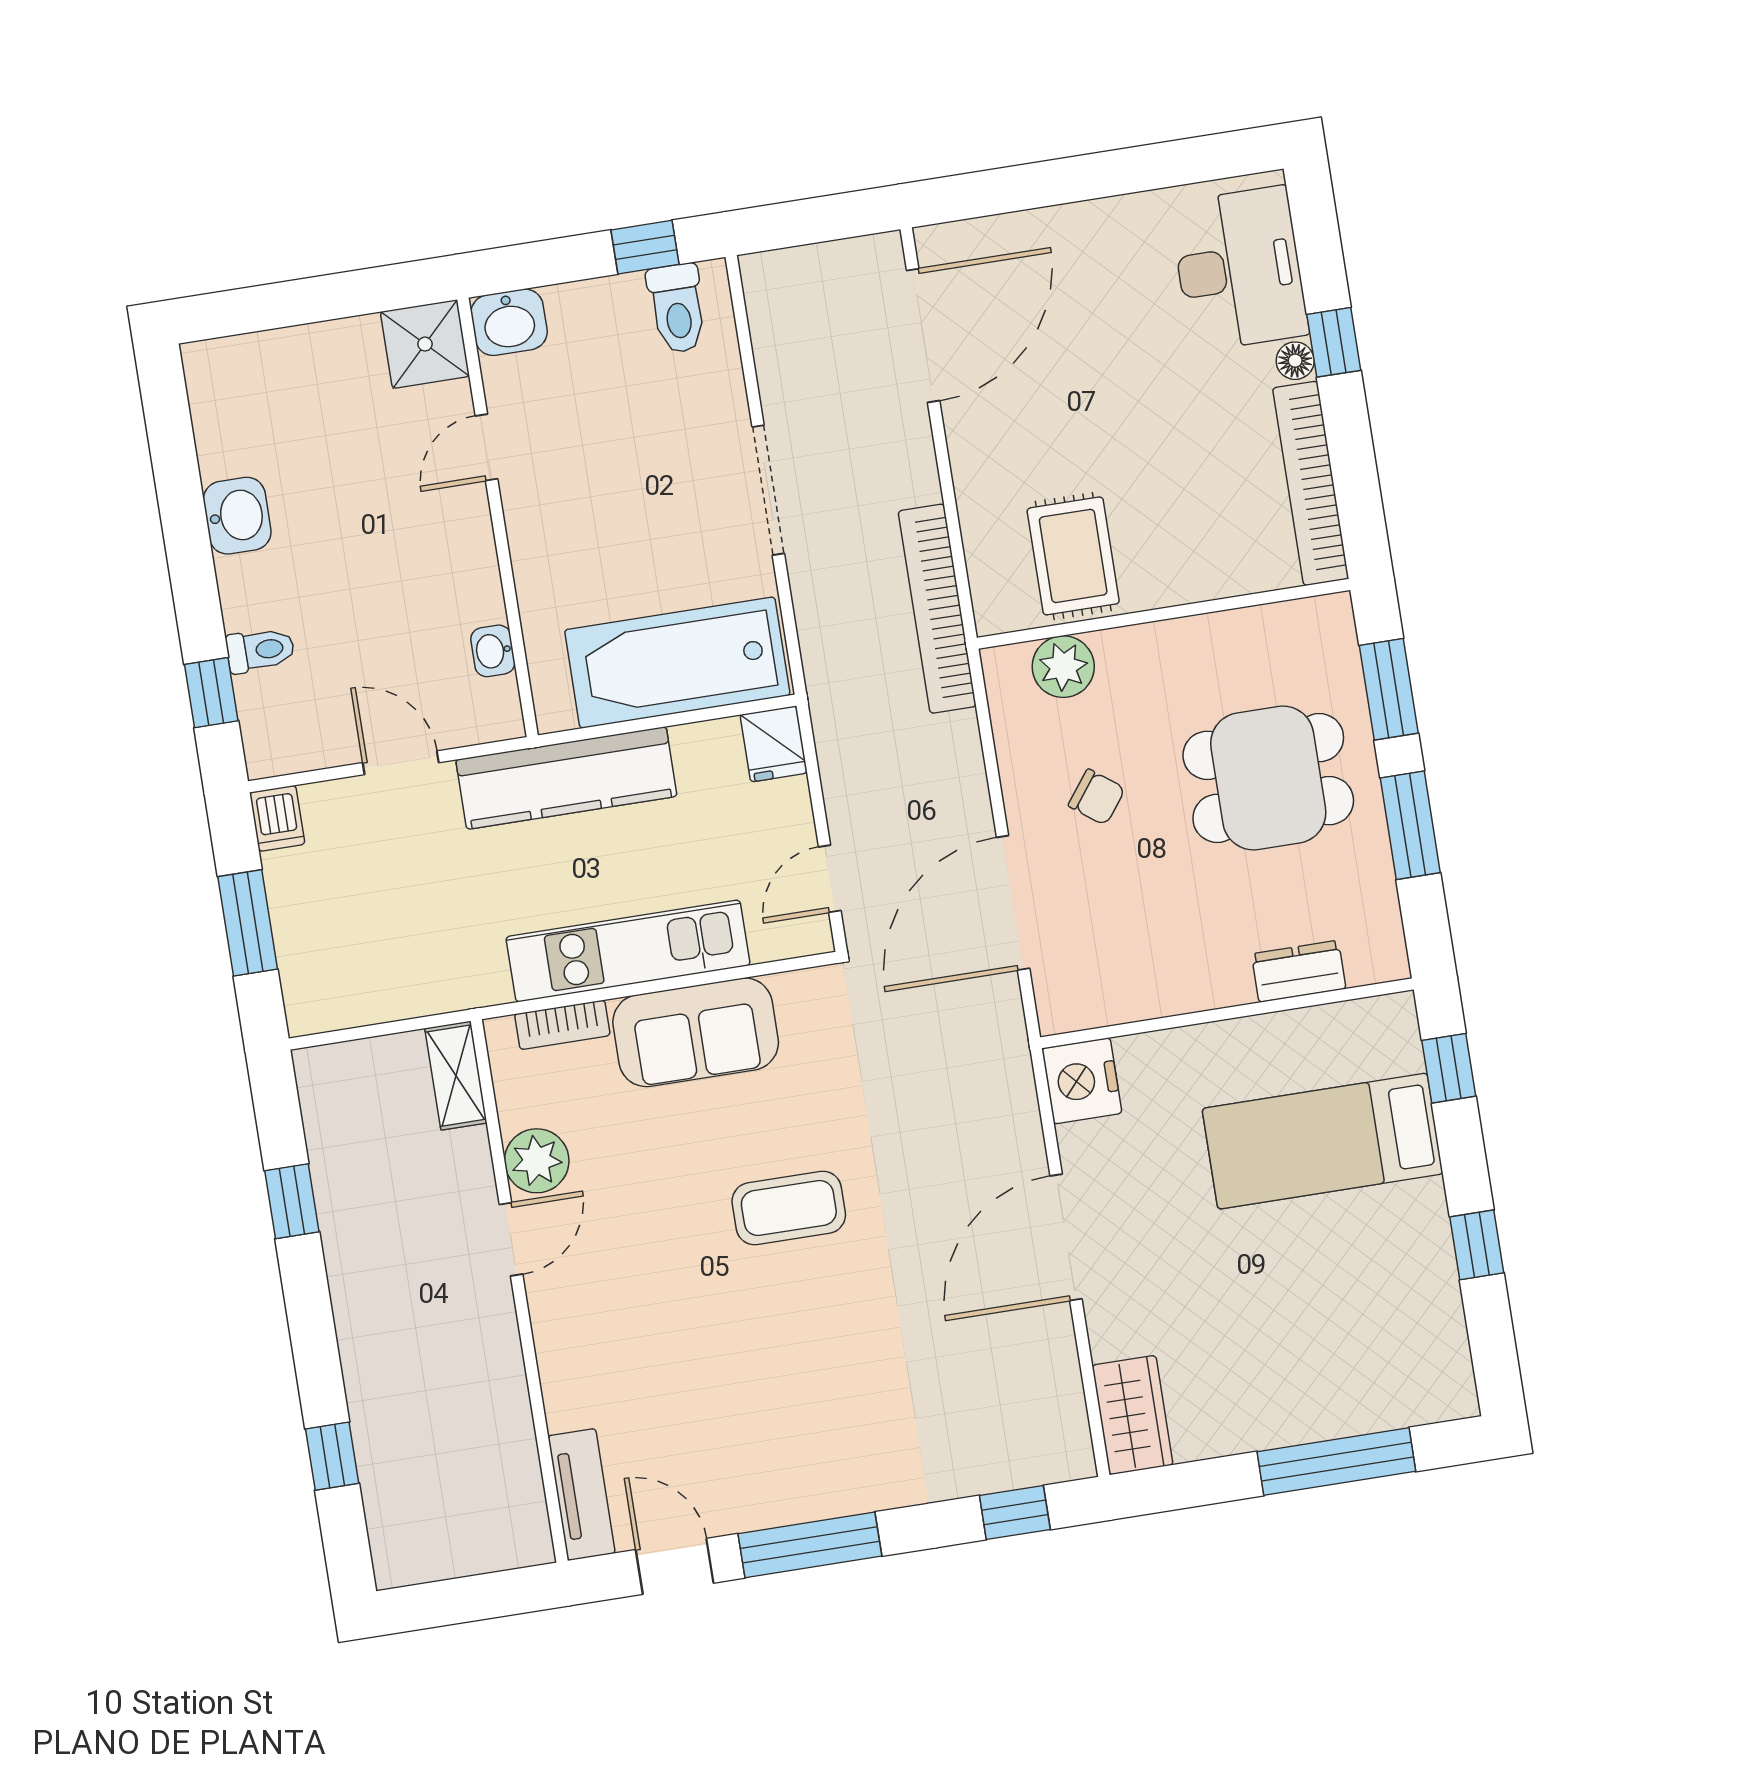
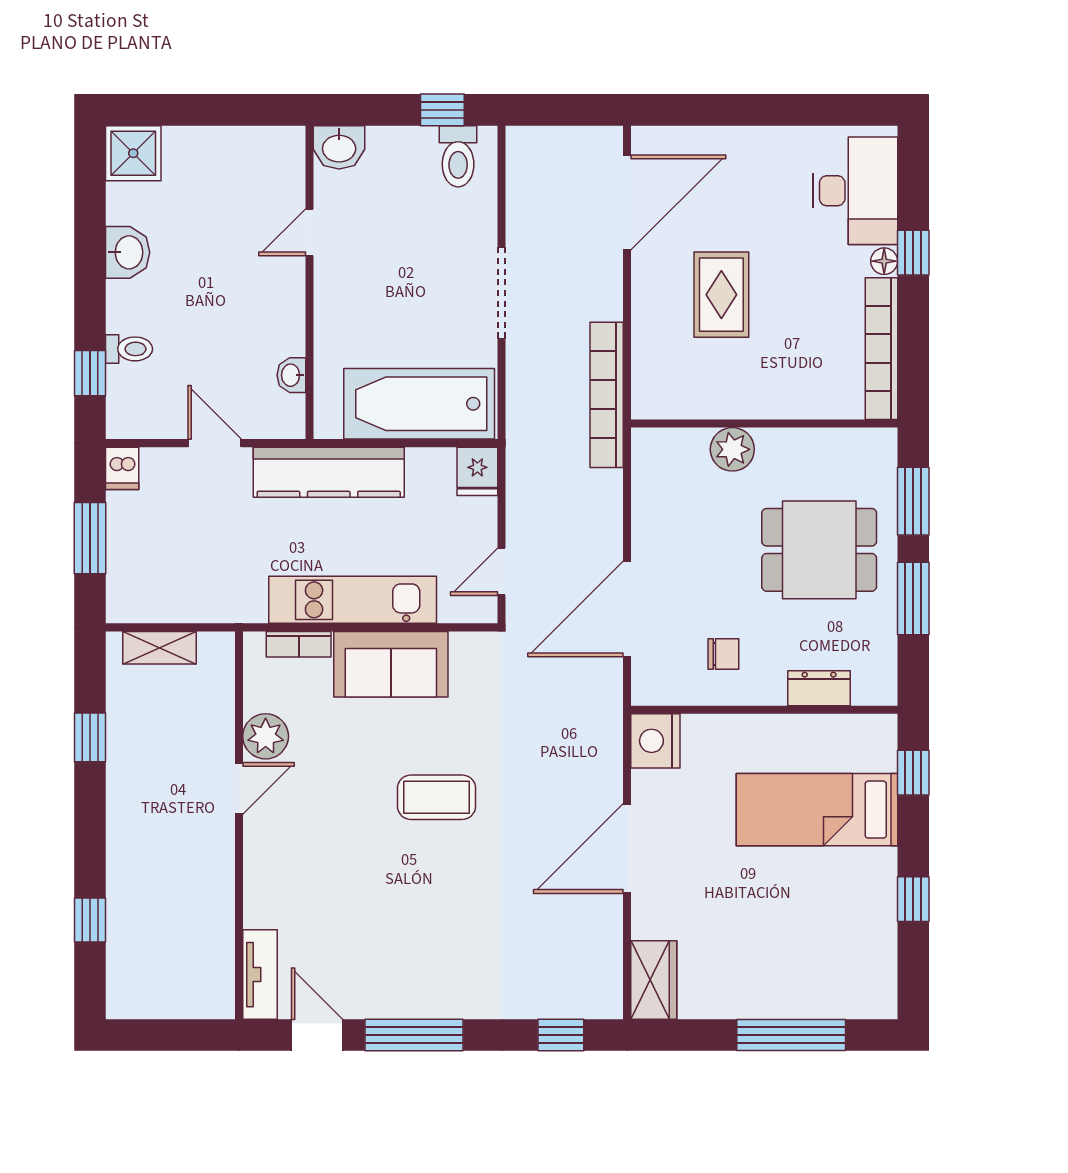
shower: (425, 344) -> (133, 153), moved
rug: (1073, 556) -> (721, 295), moved
plant: (1063, 667) -> (732, 449), moved
chair: (1097, 797) -> (723, 654), moved, turned -37
shelving: (456, 1076) -> (159, 648), moved, turned 90

